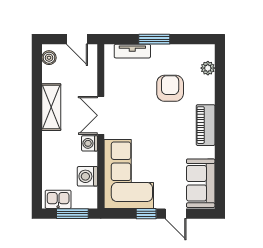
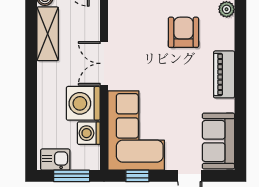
shelving: (51, 107) -> (48, 34), moved
washing machine: (90, 143) -> (83, 103), width x1.89, depth x1.89
window: (146, 214) -> (137, 176), moved

